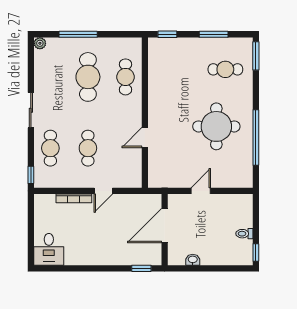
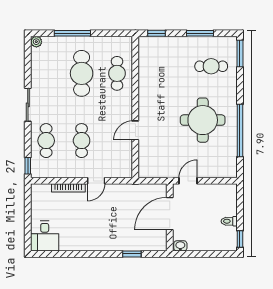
door: (165, 226) -> (170, 214), moved
wall: (165, 230) -> (170, 217), moved

